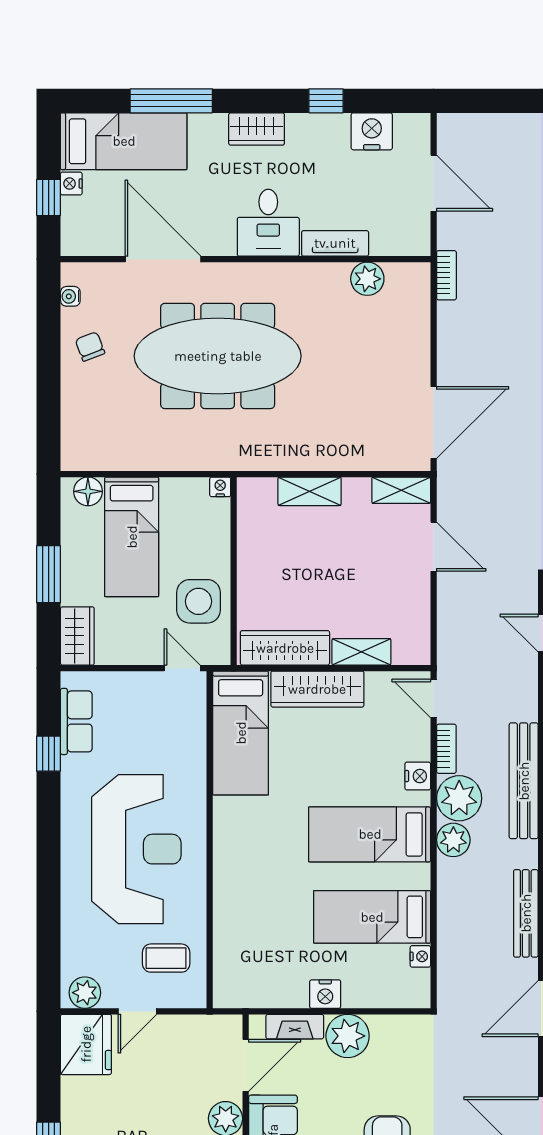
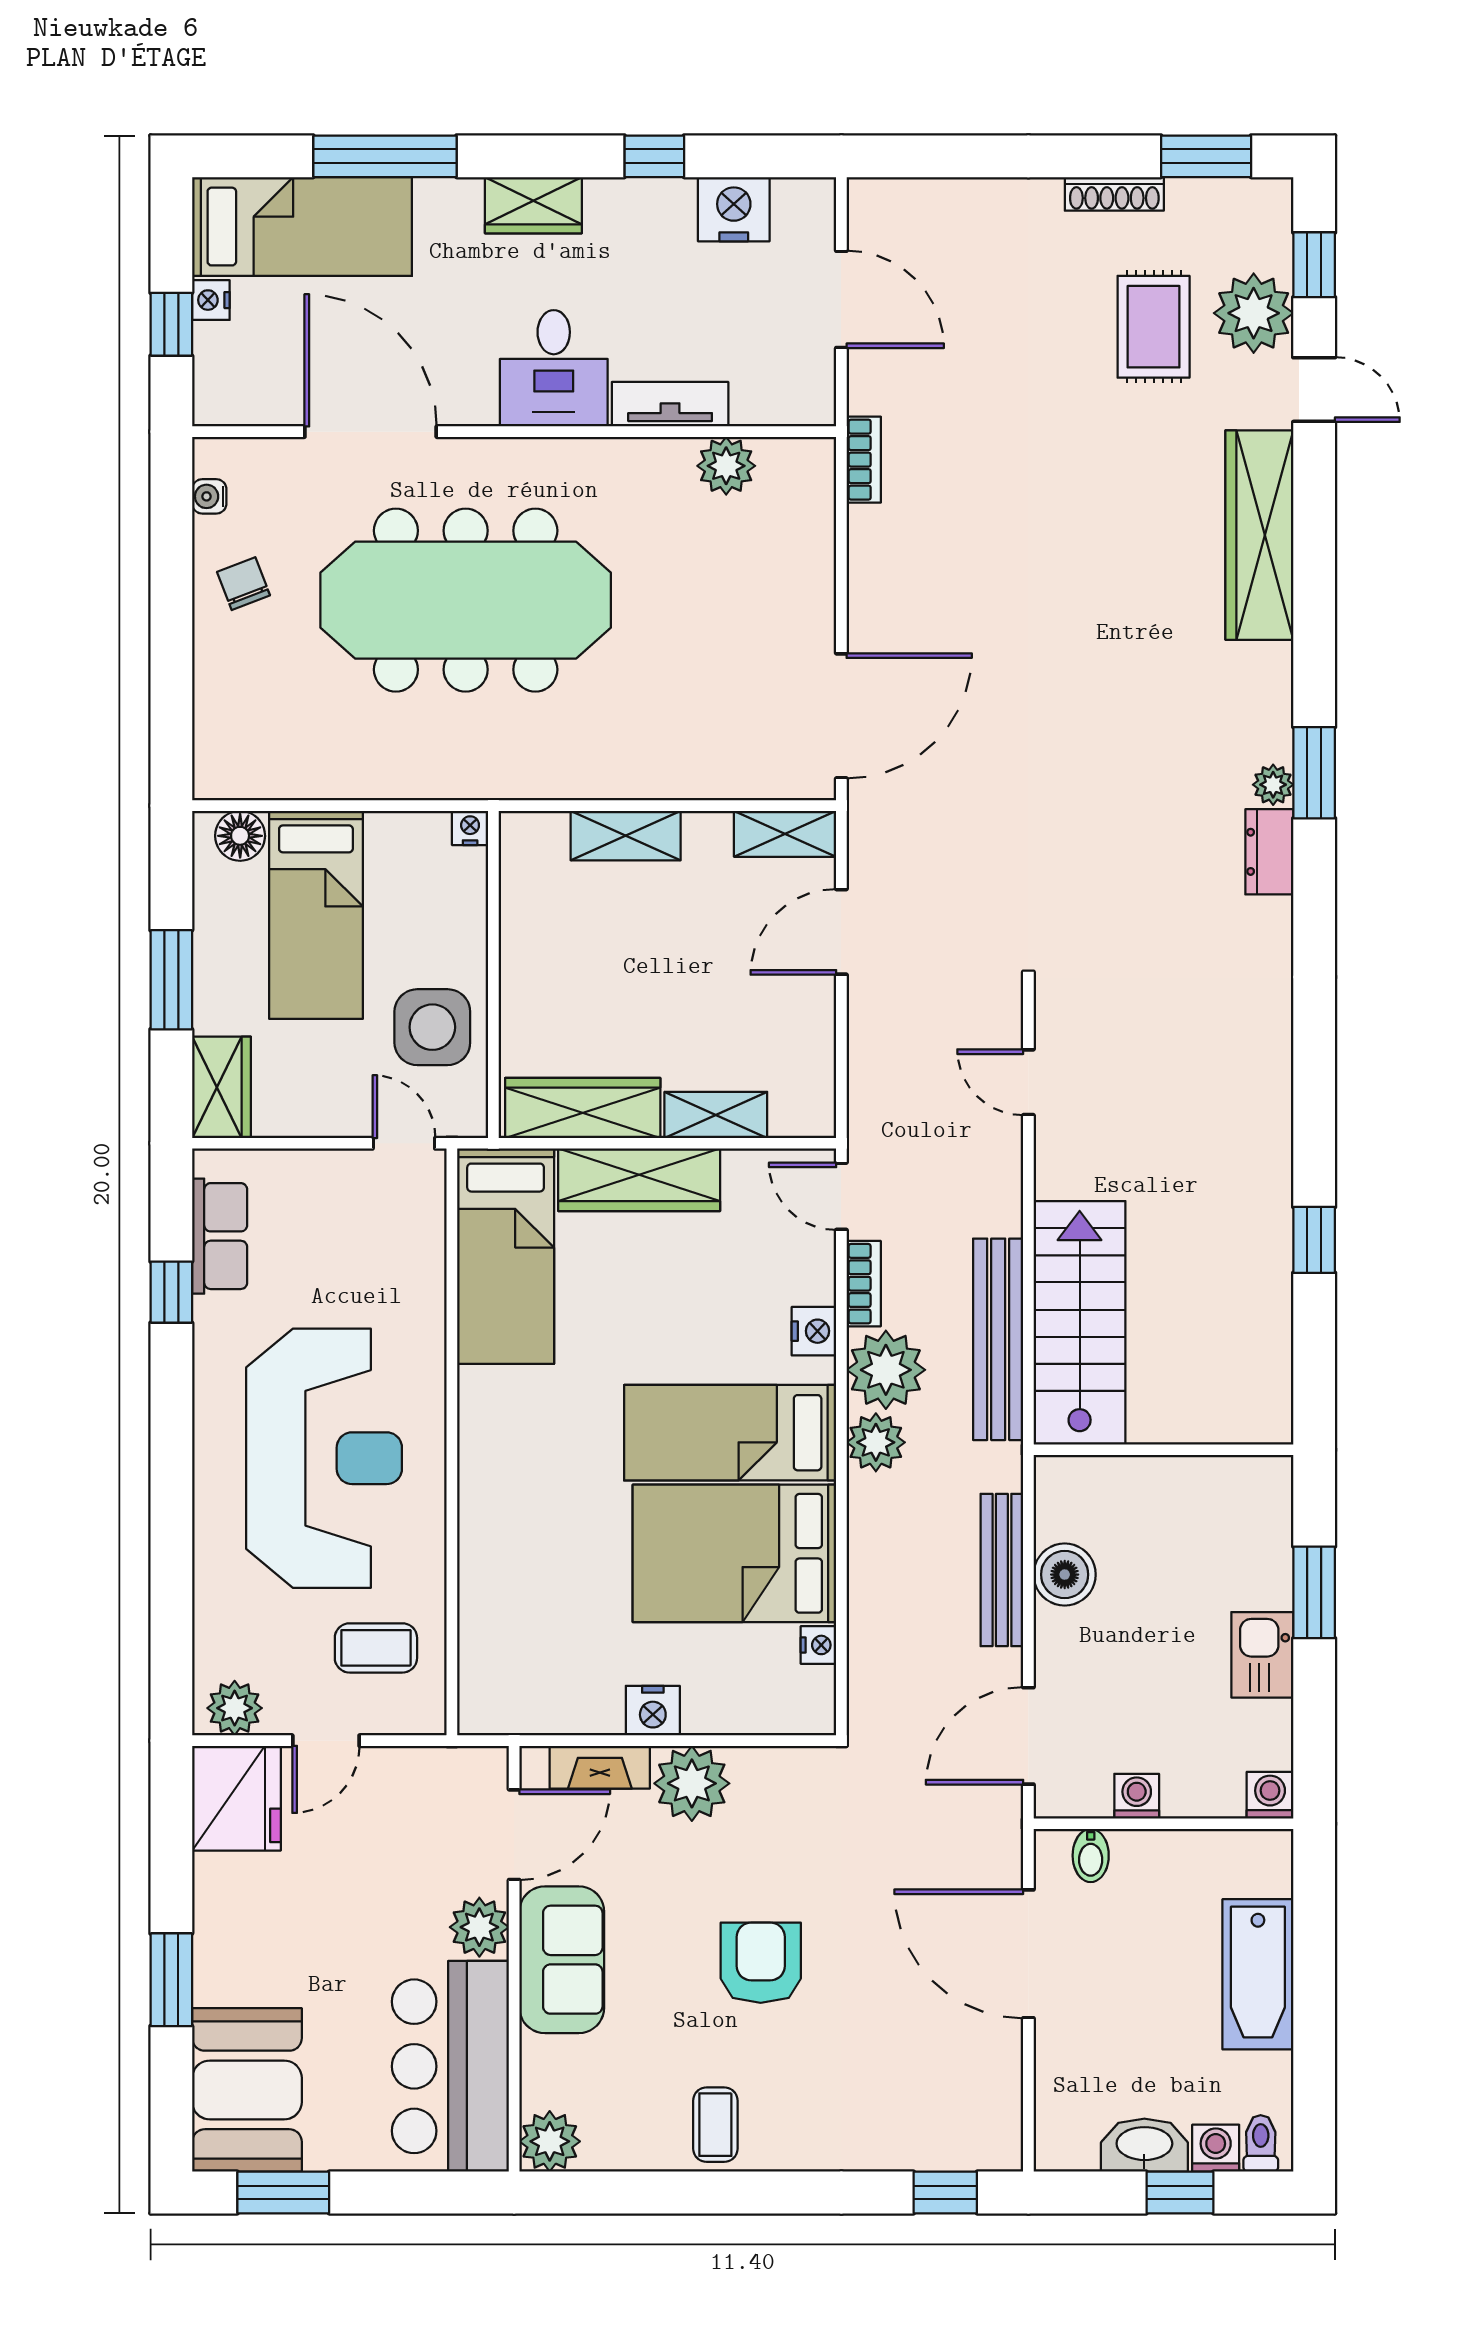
door: (434, 547) -> (841, 932), swing flipped
bed: (372, 917) -> (734, 1553), width x1.50

